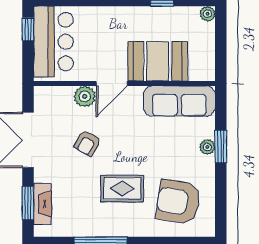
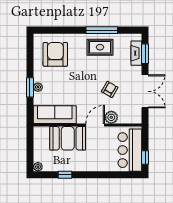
rug: (122, 188) -> (100, 47), moved
armchair: (178, 202) -> (55, 54), turned -99

